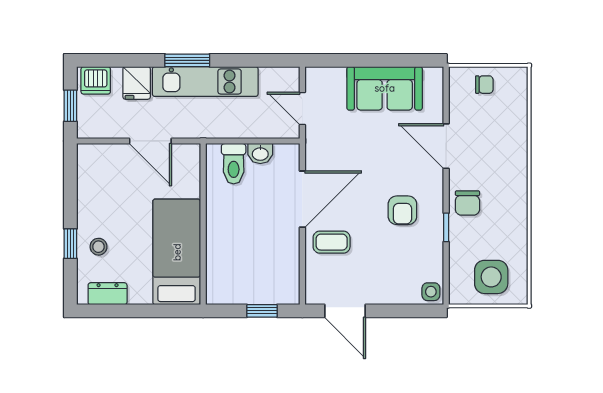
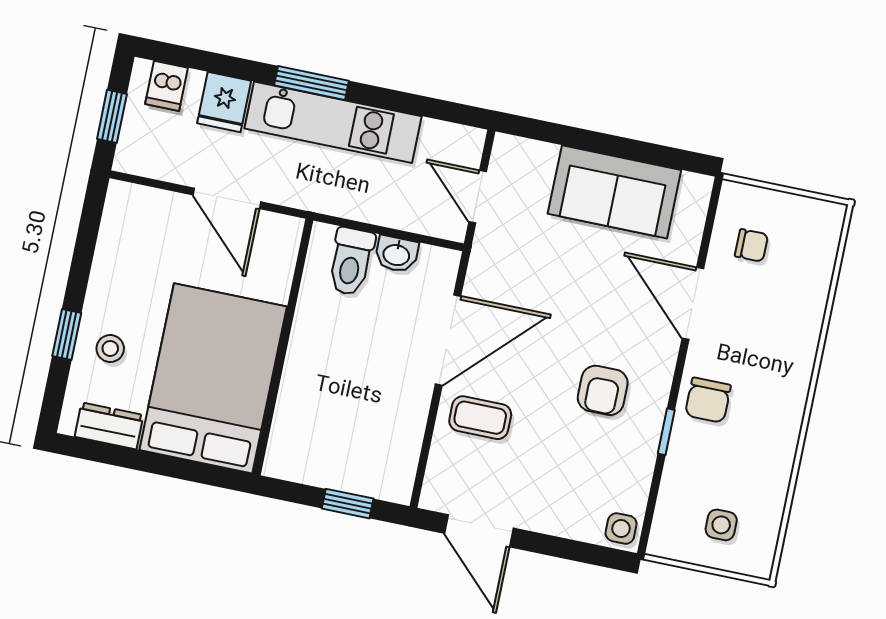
dishwasher: (96, 80) -> (167, 86), width x0.73
chair: (484, 85) -> (751, 245), moved
bed: (177, 252) -> (213, 378), width x1.50
side table: (491, 277) -> (721, 525), width x0.54, depth x0.54

